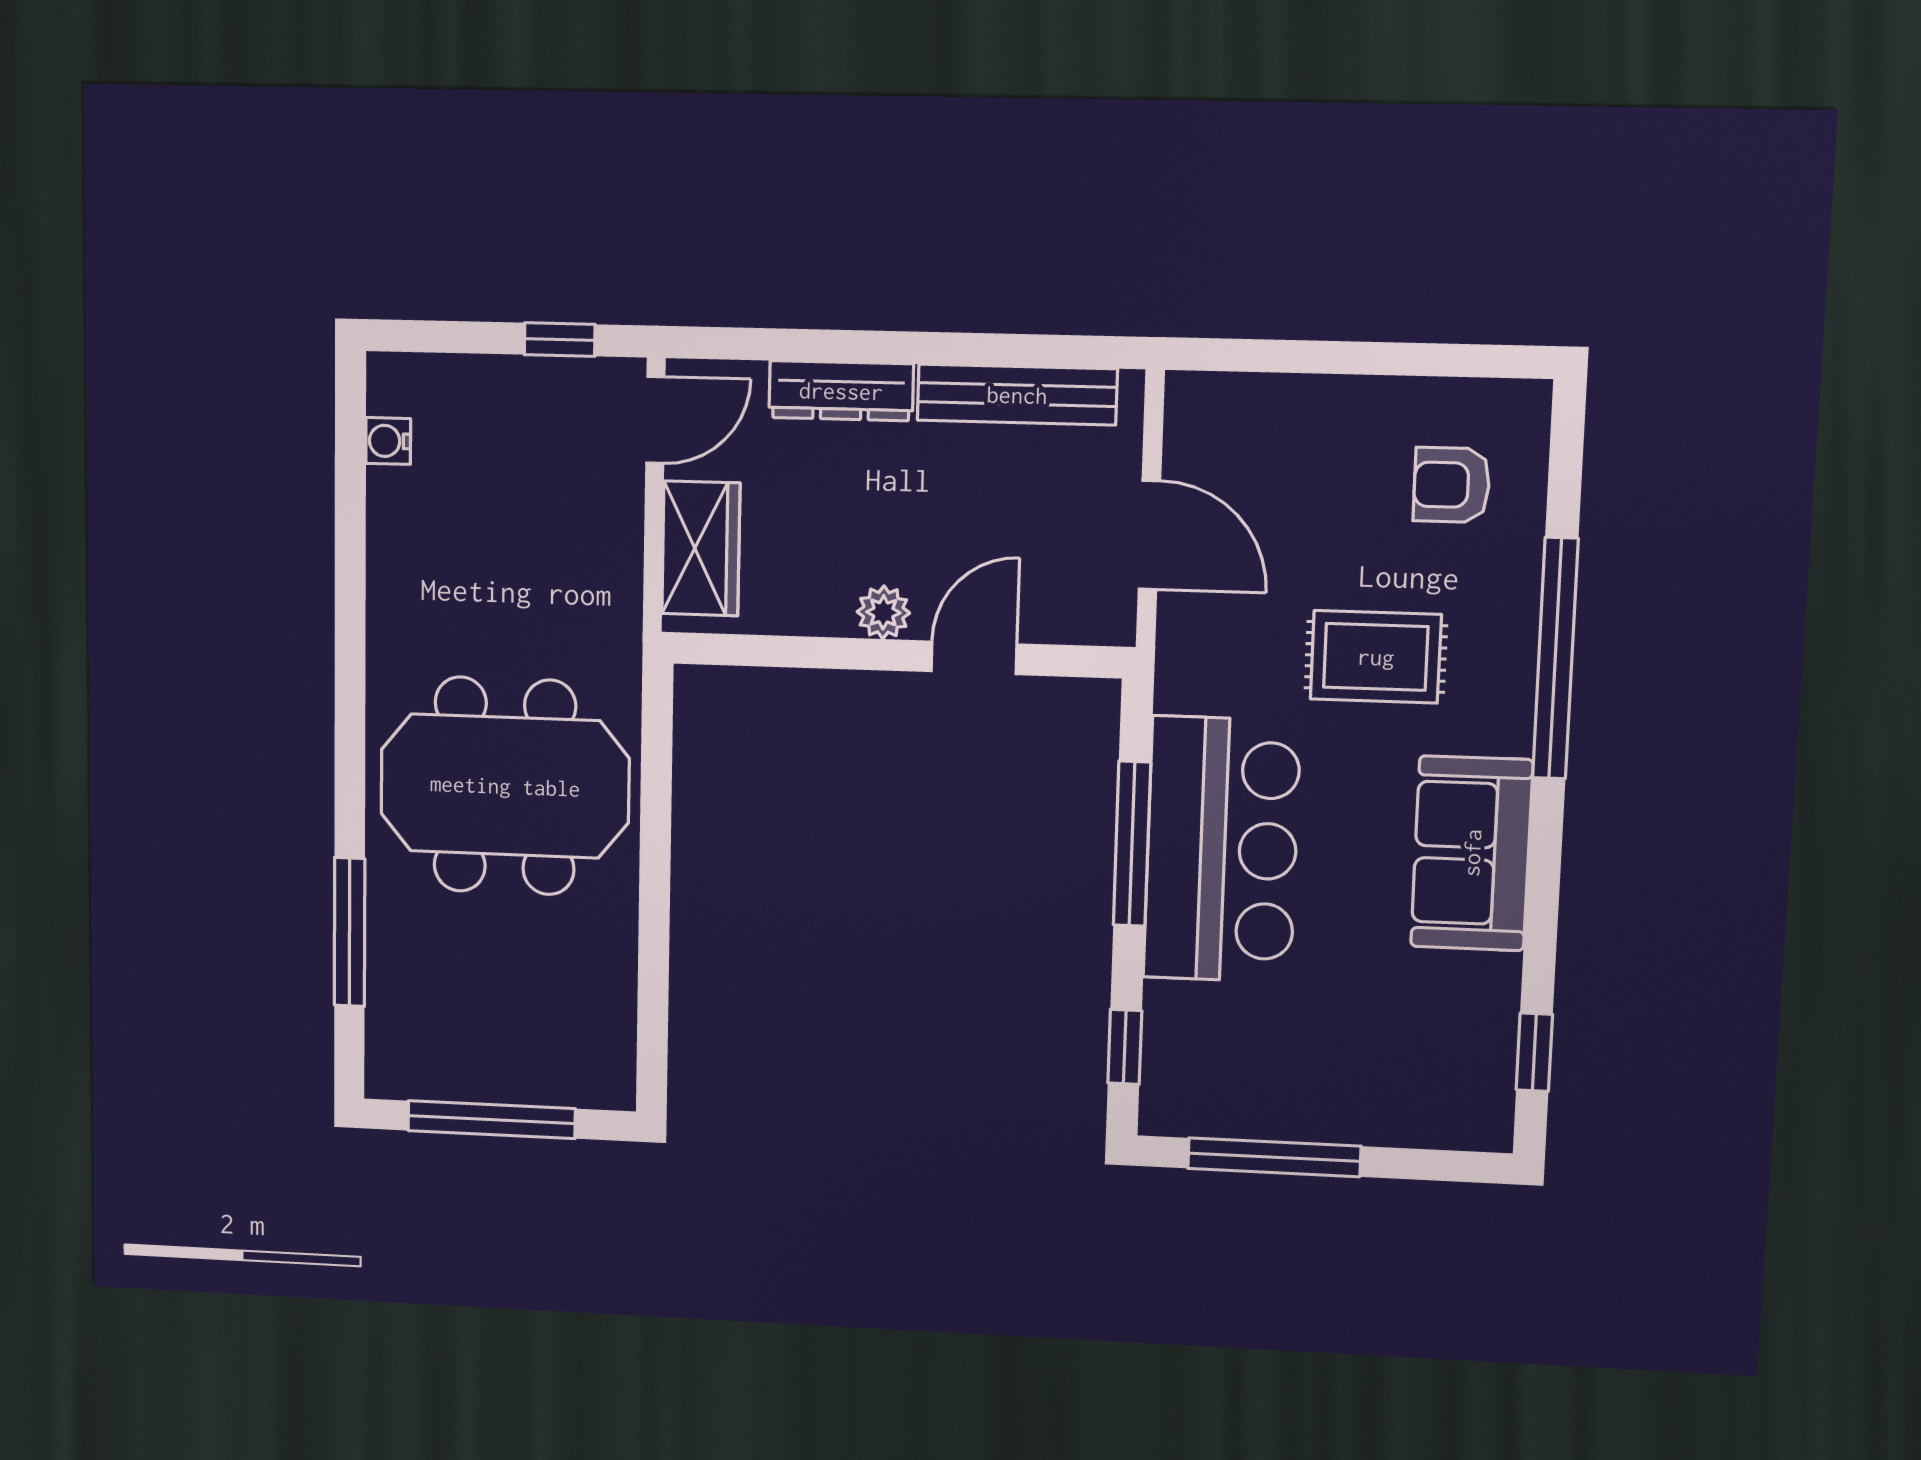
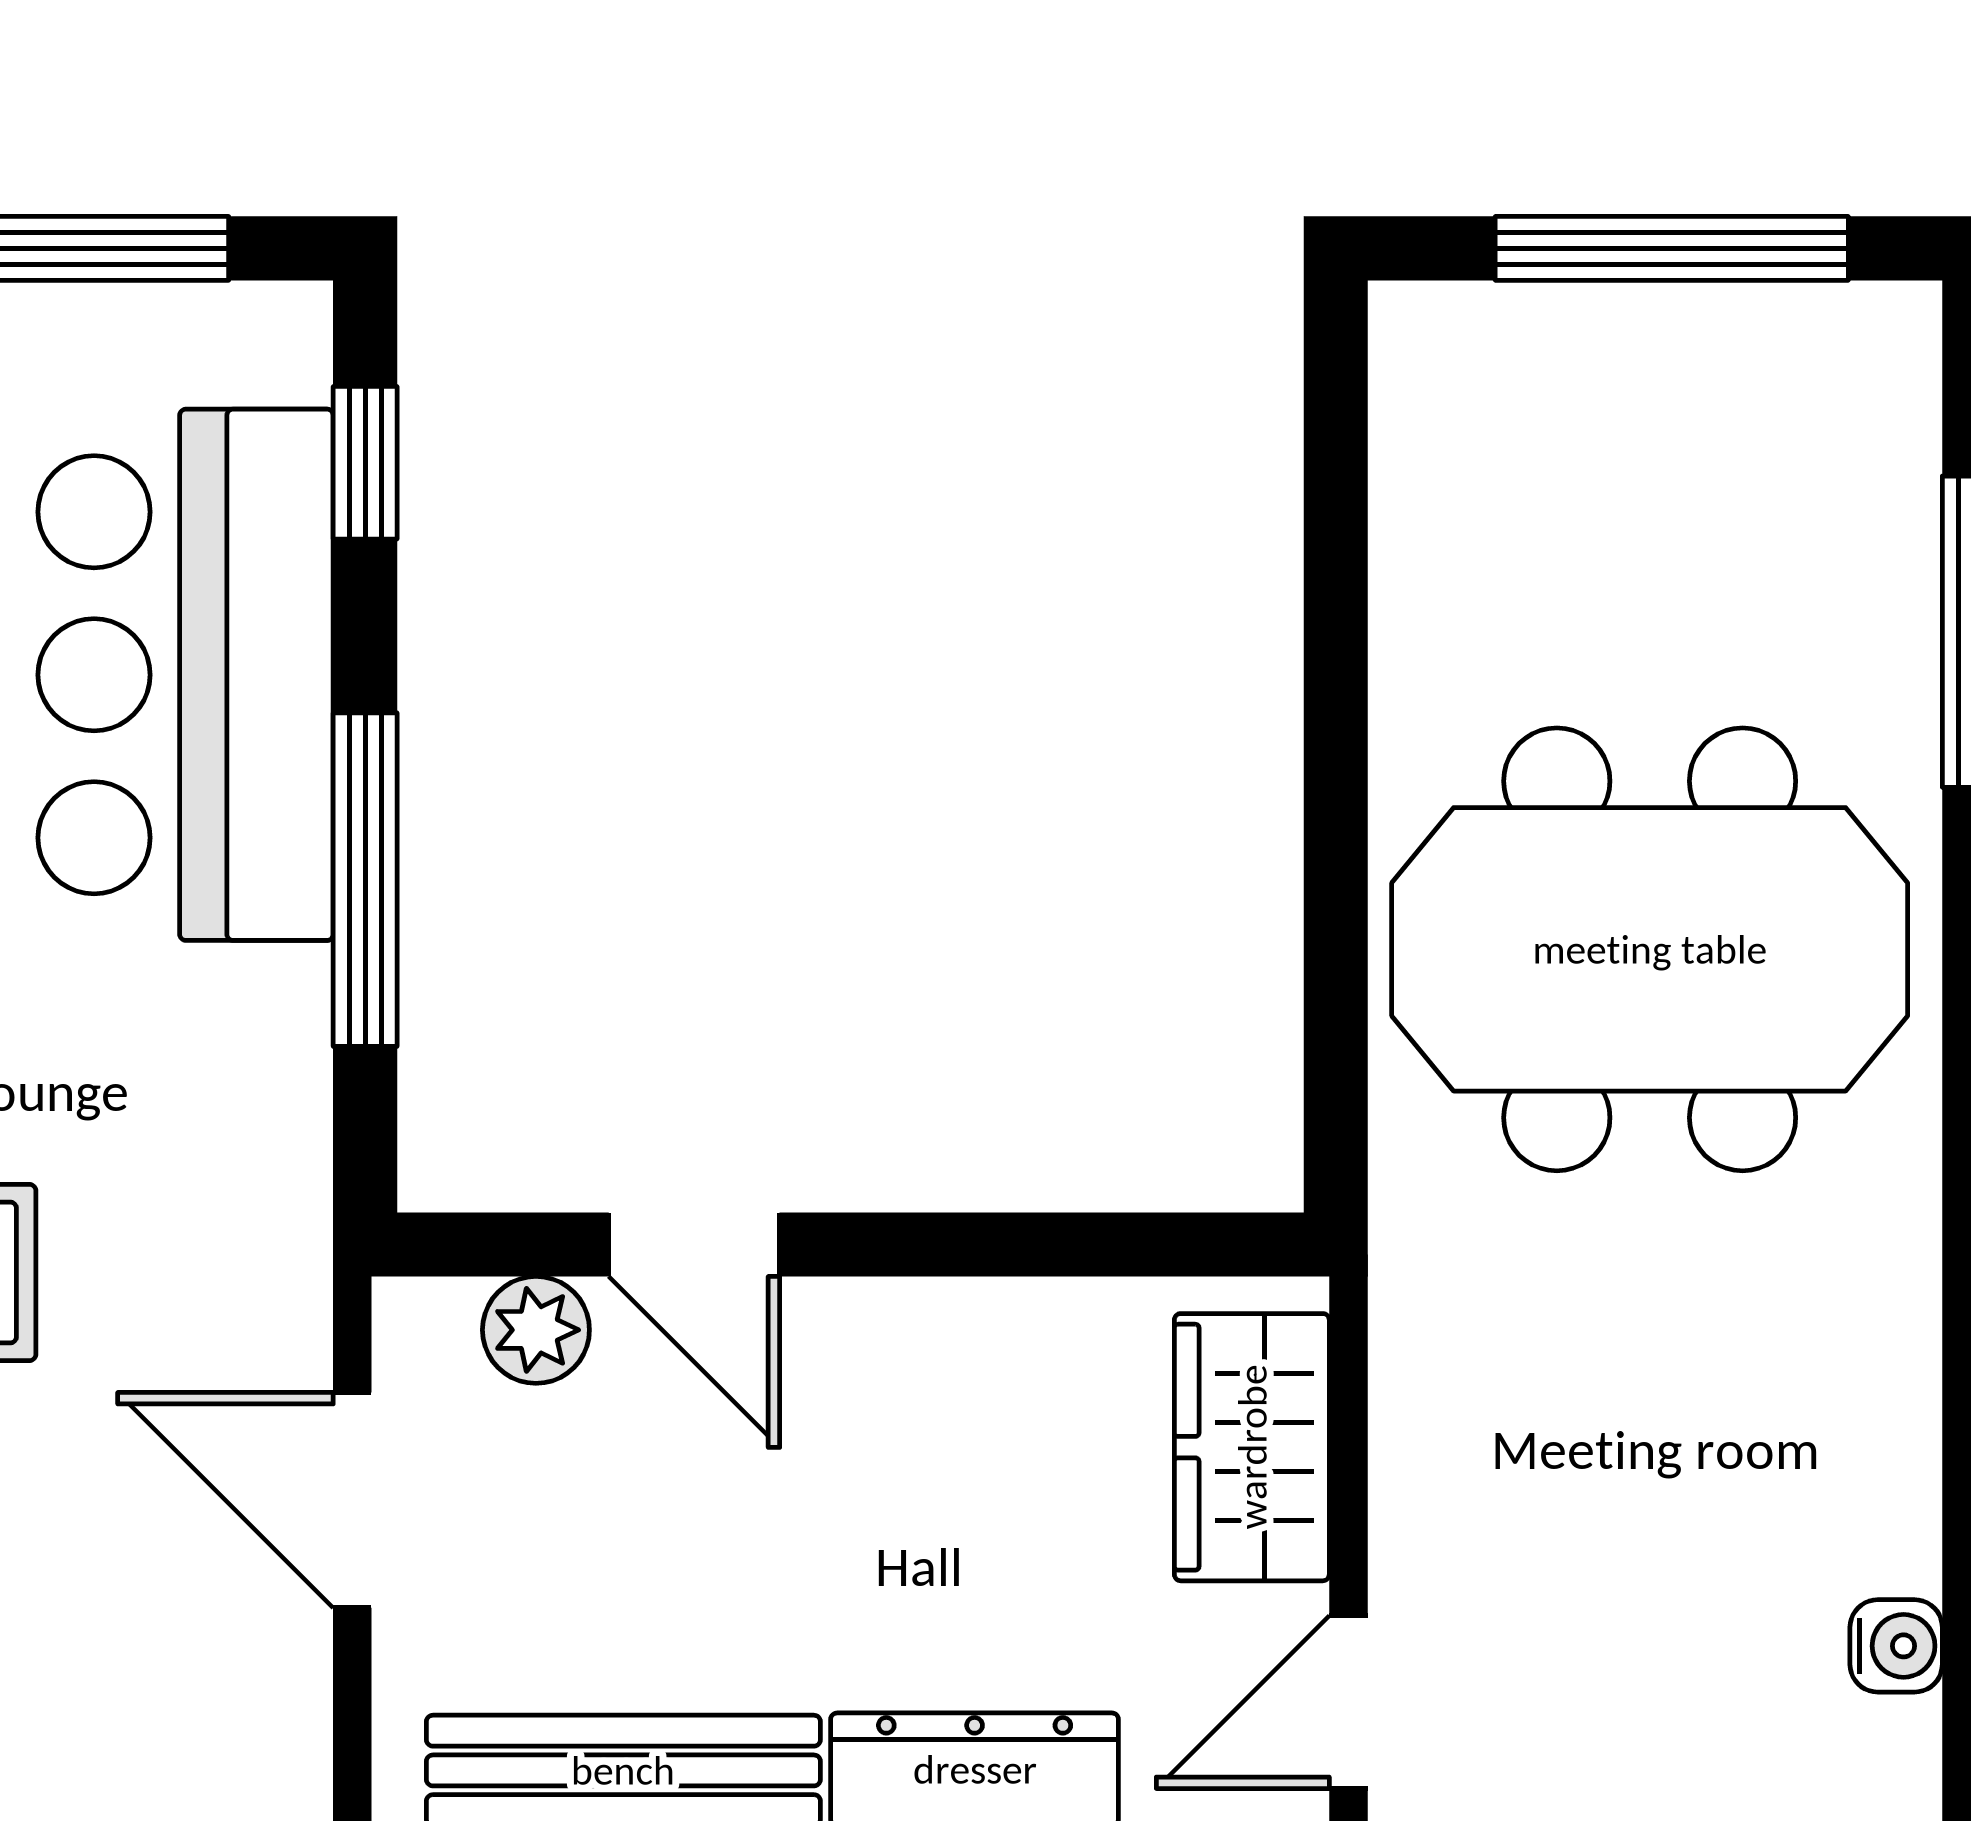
plant: (883, 612) -> (536, 1330), moved
door: (974, 658) -> (694, 1244), hinge flipped
bar counter: (1222, 850) -> (186, 675), moved

